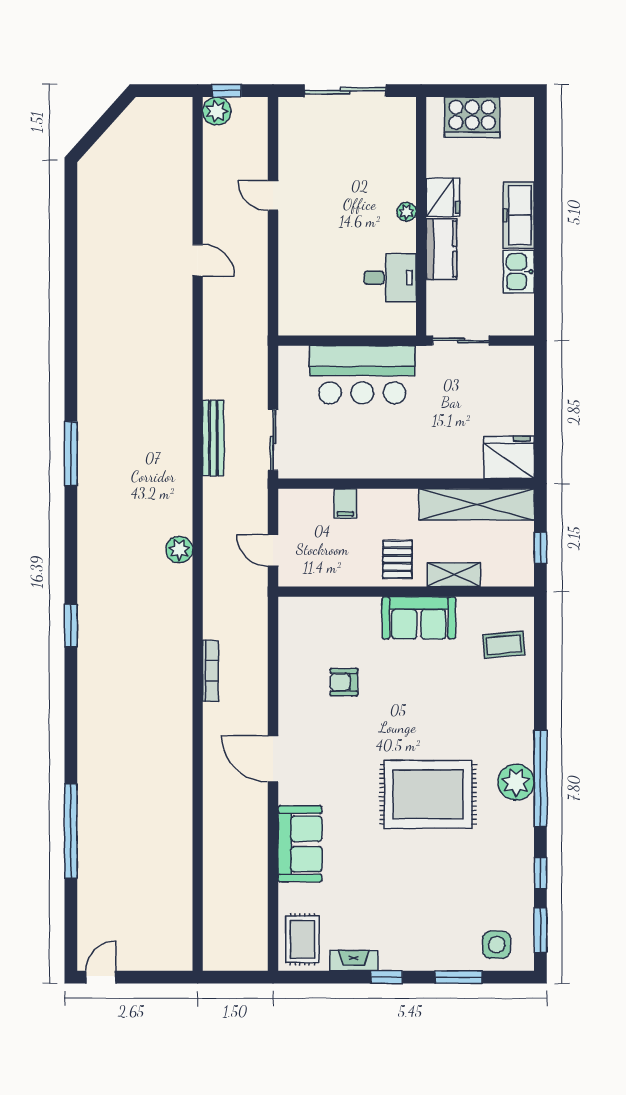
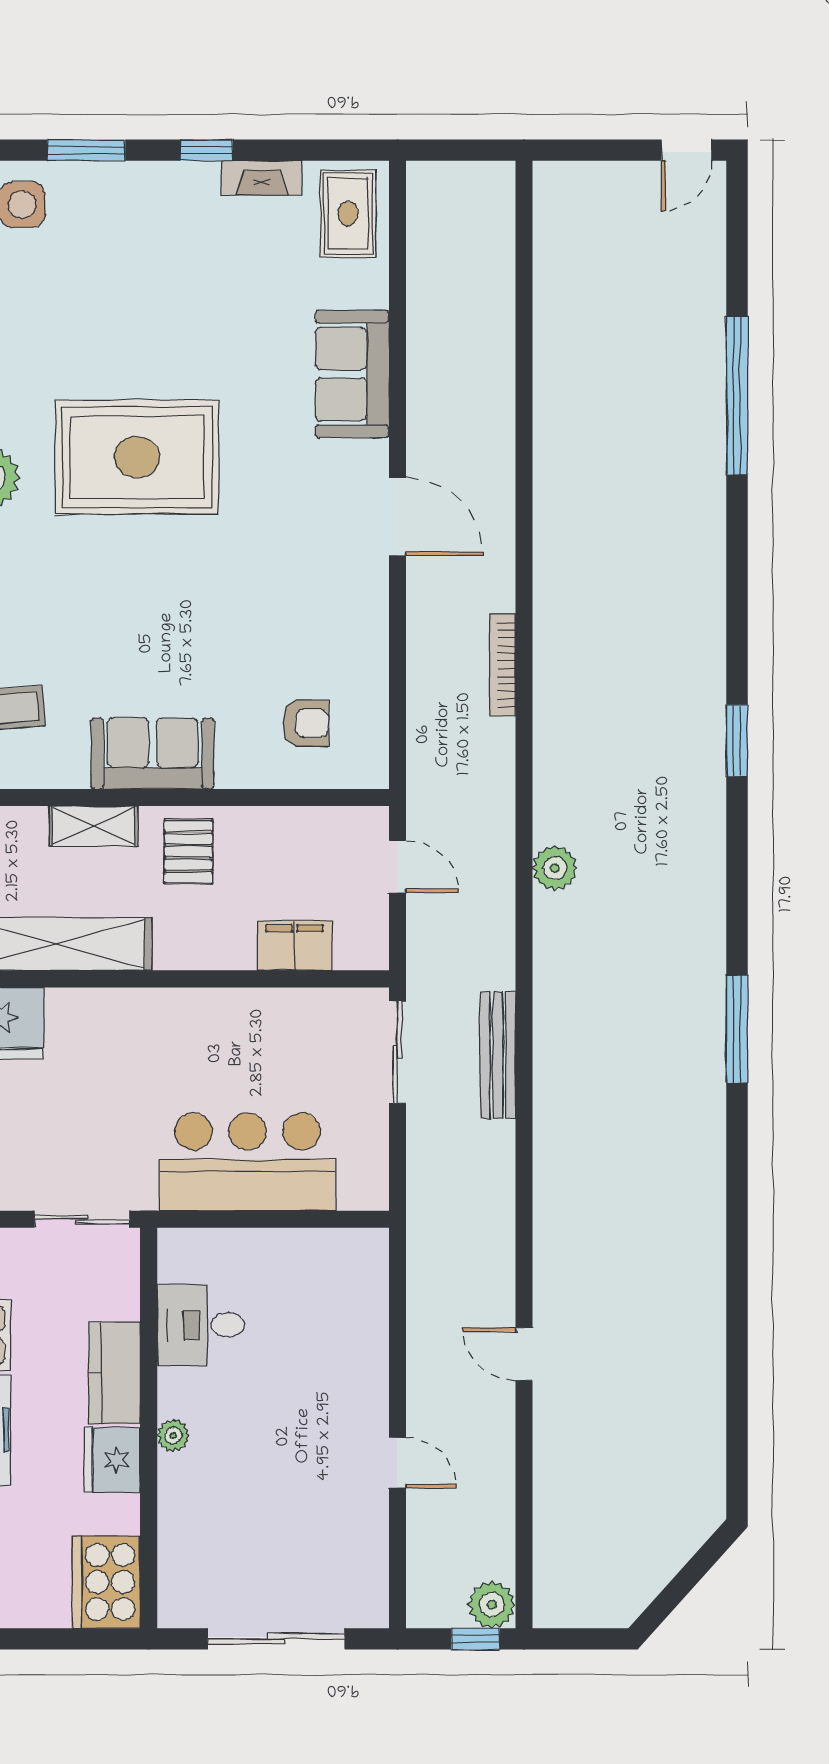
cooker: (472, 117) -> (106, 1582), moved, turned -90
filing cabinet: (345, 503) -> (295, 946), width x2.00
armchair: (344, 682) -> (306, 723), moved

